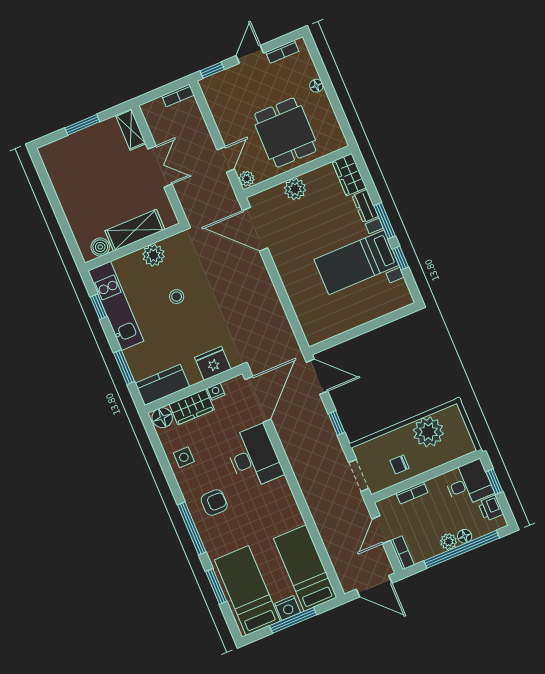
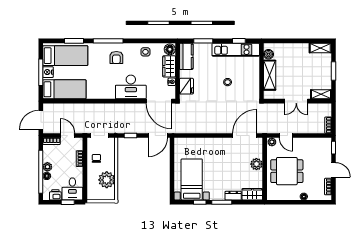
shelving: (53, 164) -> (320, 48), added
plant: (153, 255) -> (253, 79), removed
bed with nightstands: (357, 262) -> (192, 179), moved

